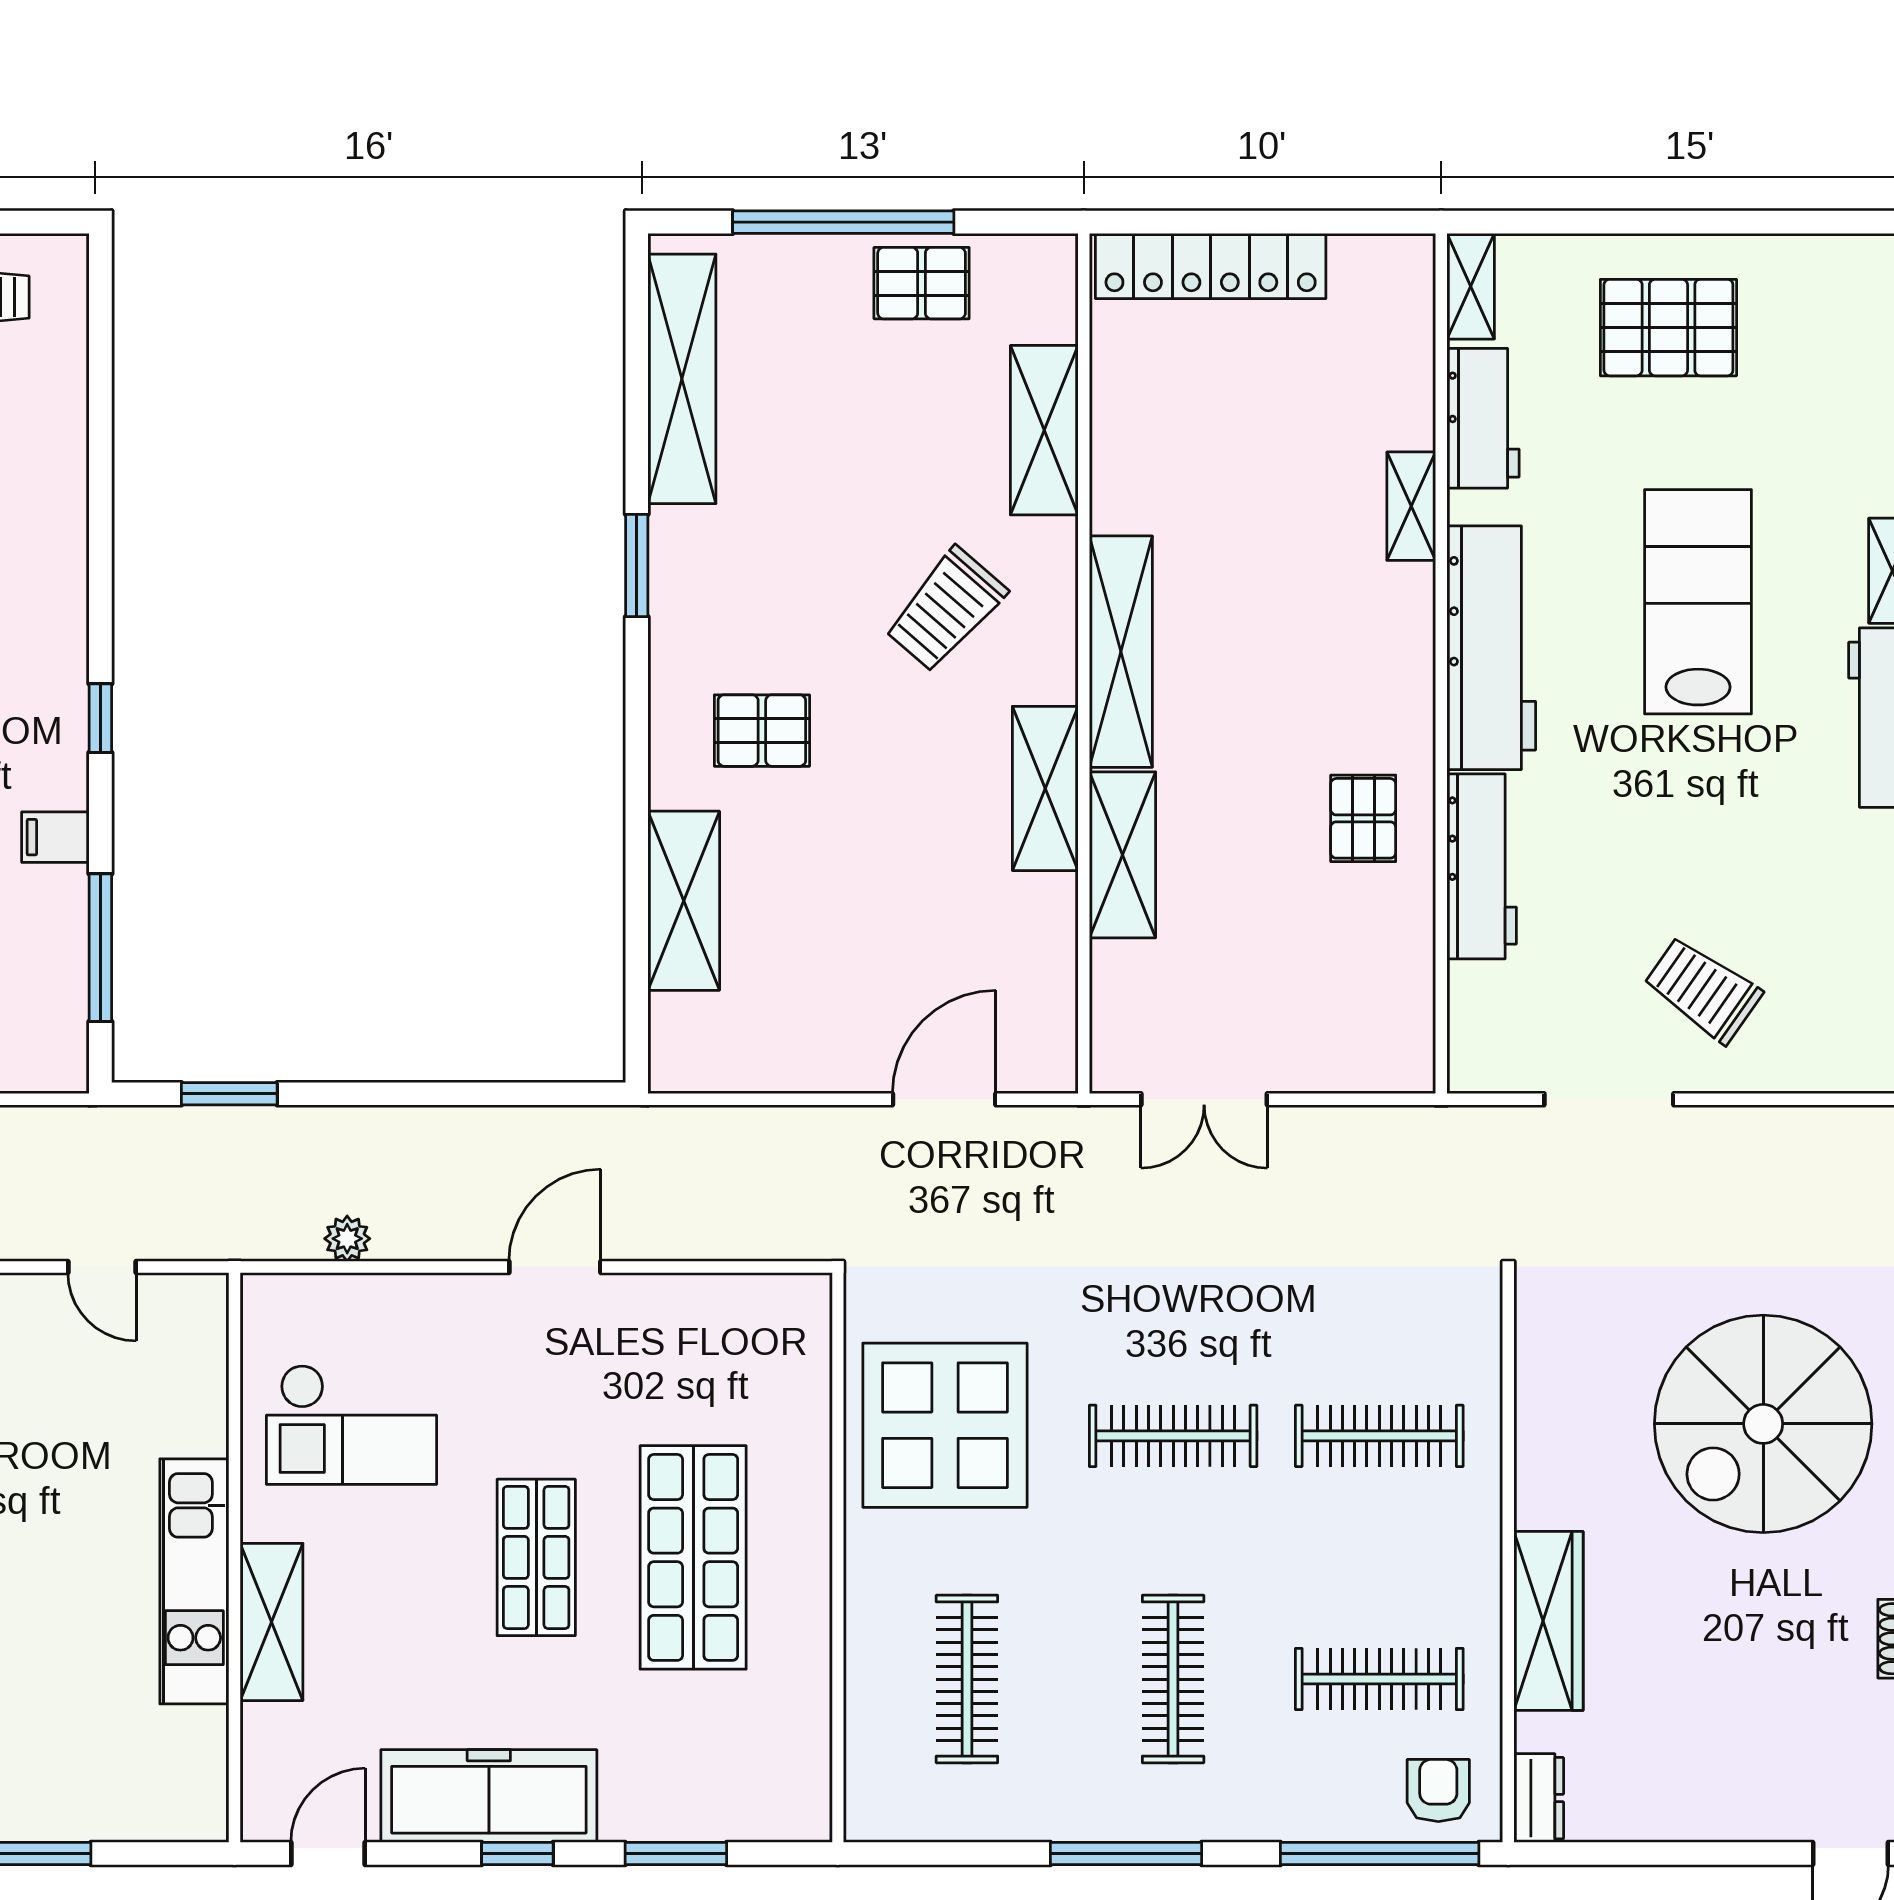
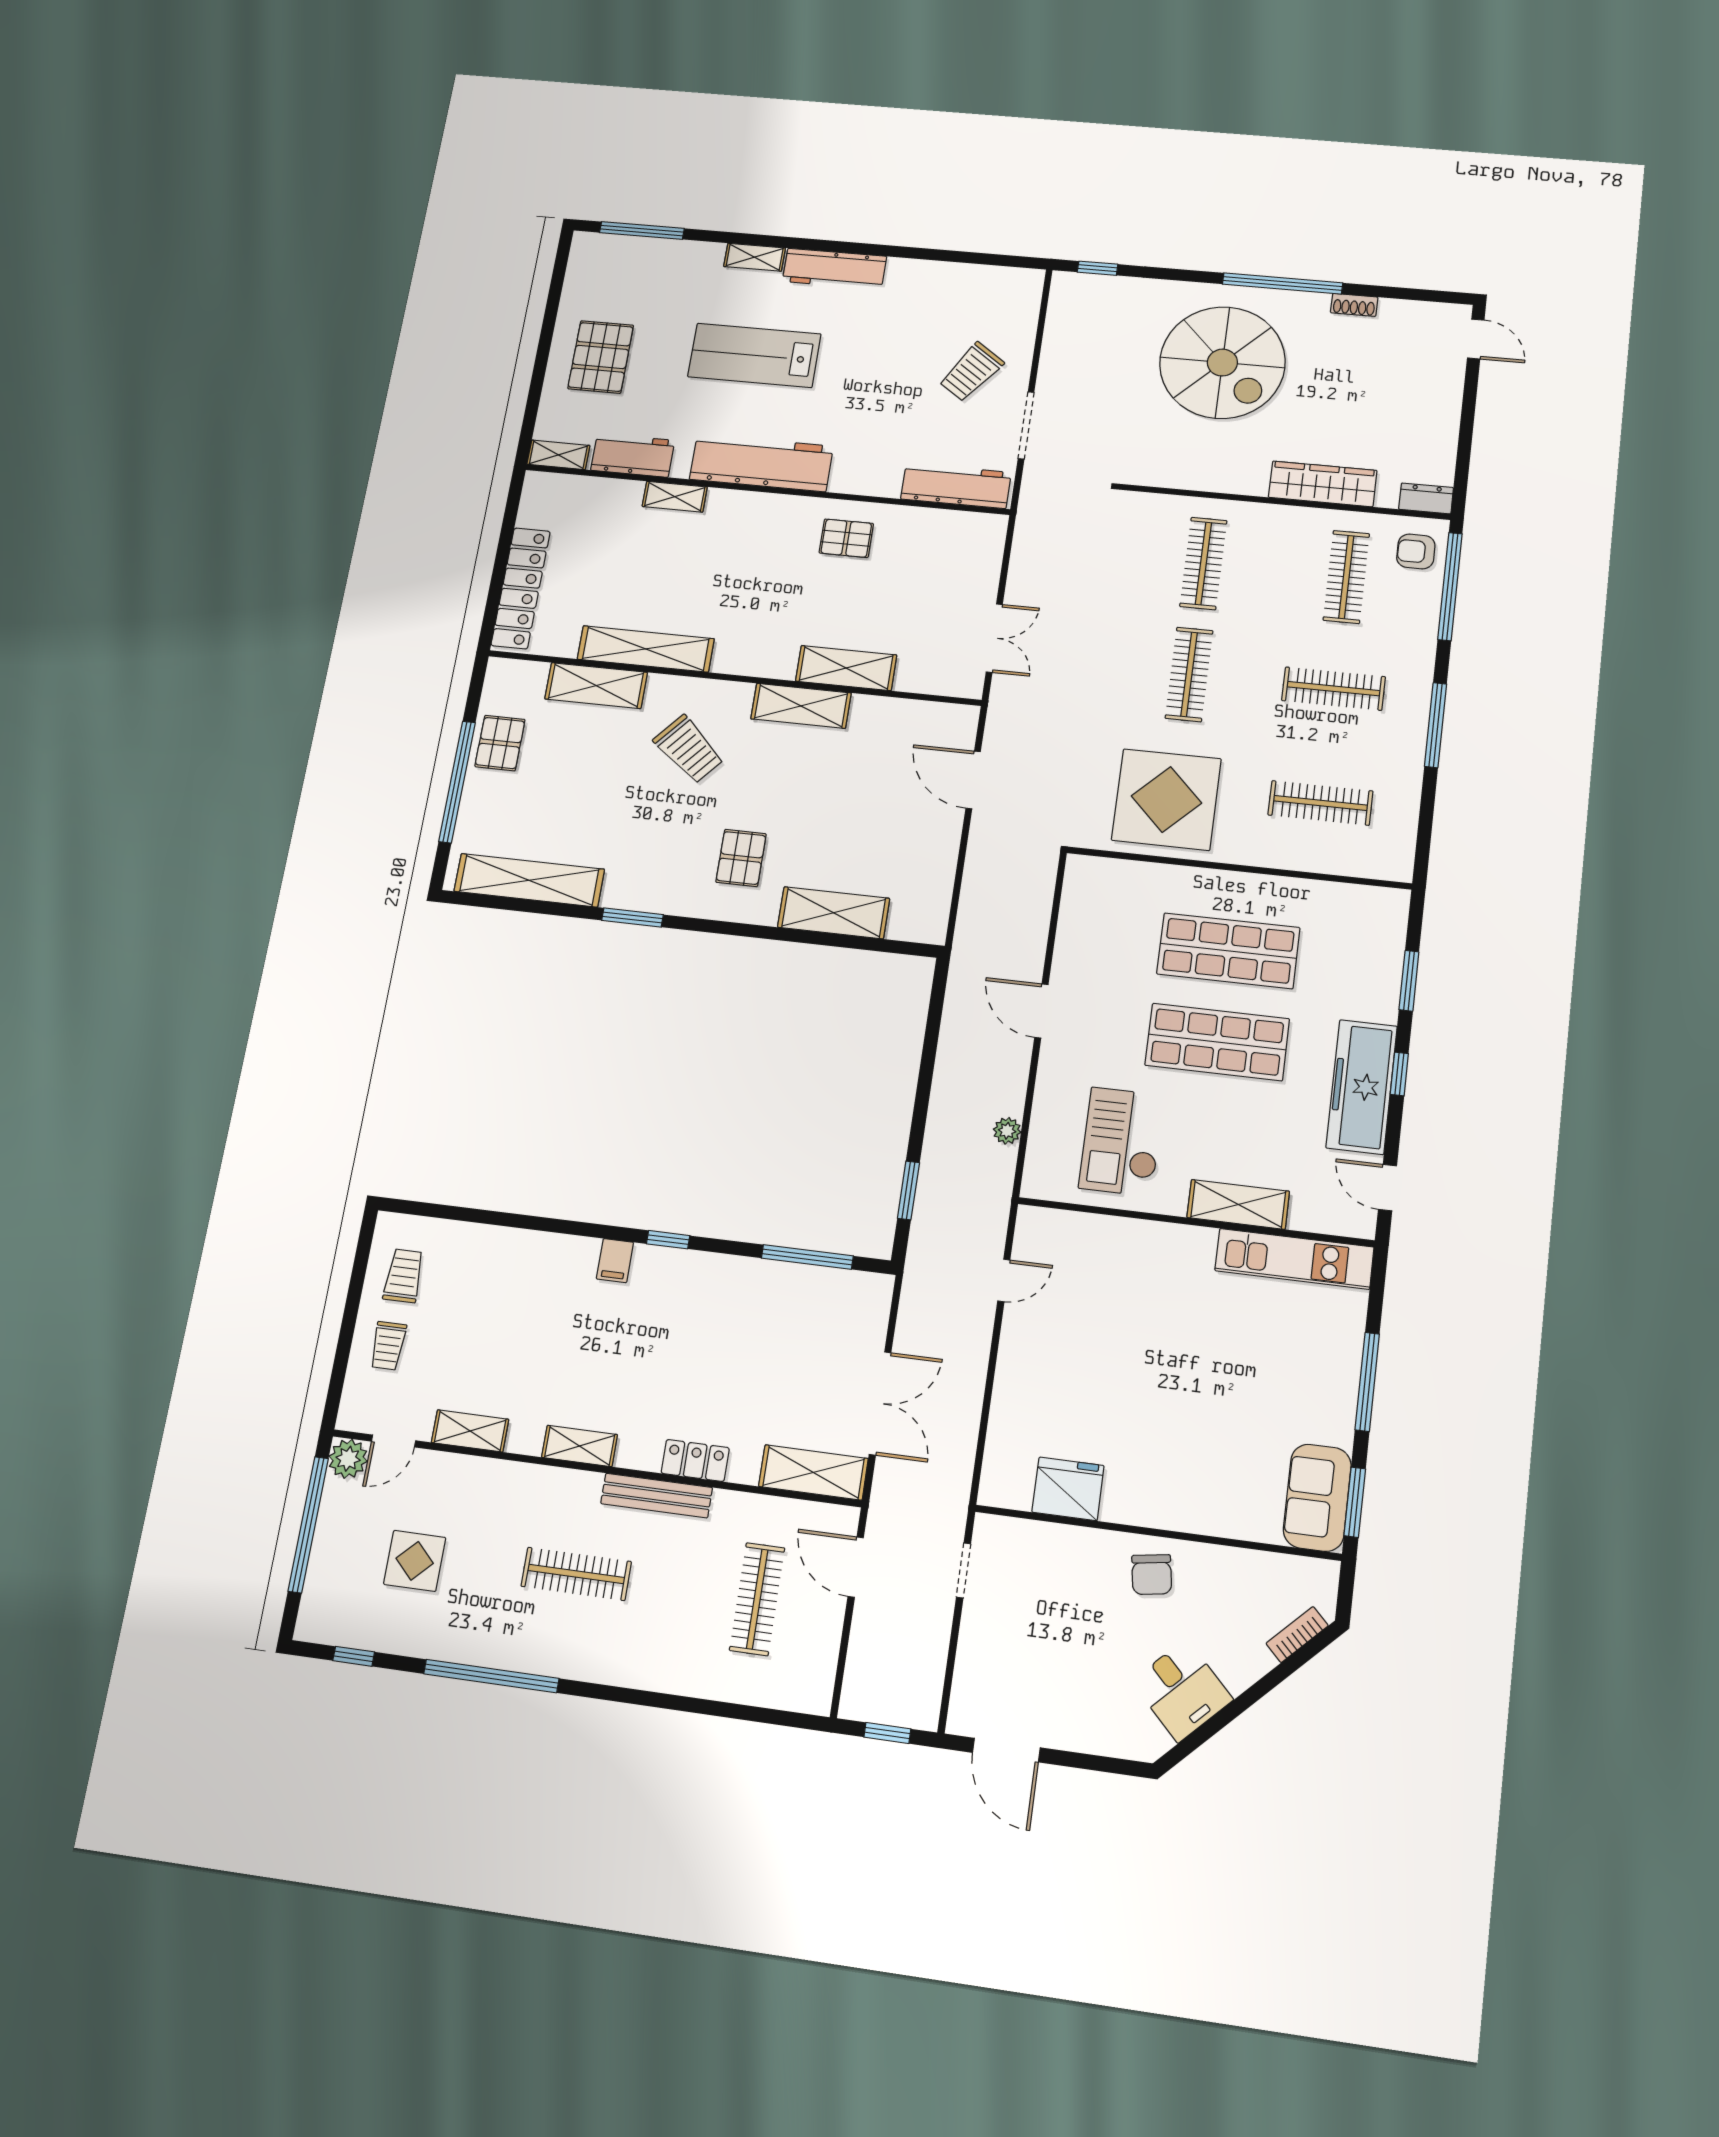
shelving: (1121, 652) -> (646, 649), moved
filing cabinet: (55, 837) -> (615, 1261), moved
workbench: (1482, 866) -> (956, 486), moved
checkout: (351, 1425) -> (1122, 1142), turned 180
shop shelf: (536, 1557) -> (1217, 1042), width x1.43, depth x1.36
kitchen unit: (194, 1581) -> (1294, 1259), moved

